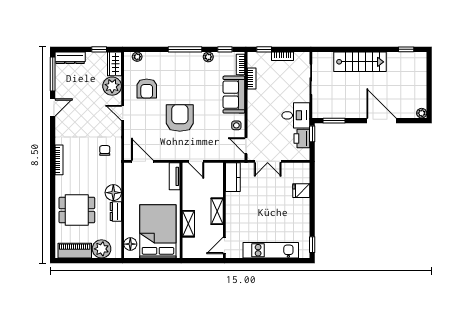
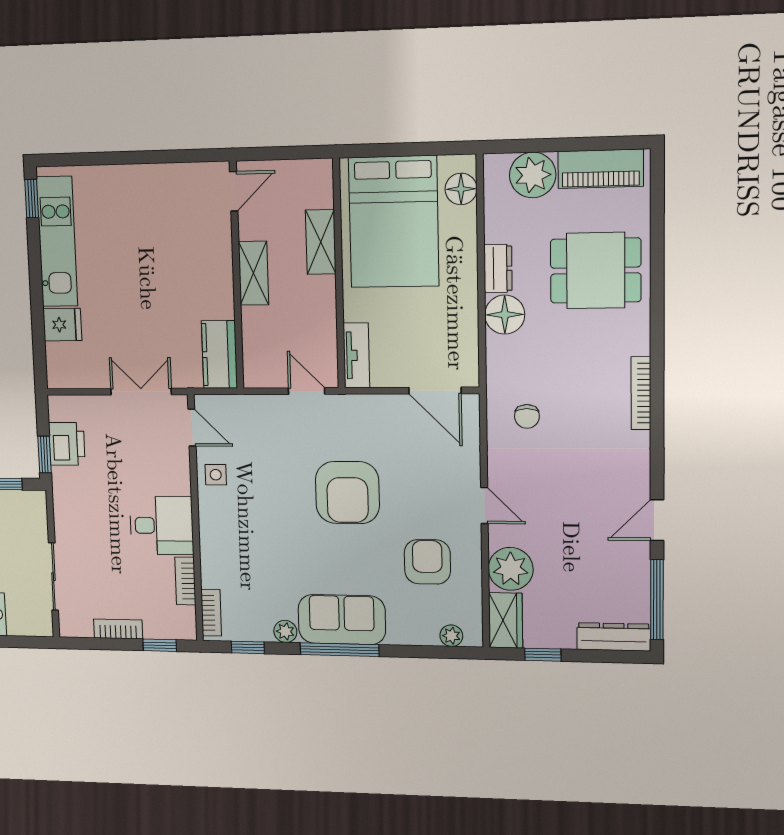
sofa: (234, 95) -> (342, 620), moved, turned -90
desk: (296, 115) -> (162, 526), moved, turned 180
kitchen unit: (271, 250) -> (57, 241), moved, turned -90

